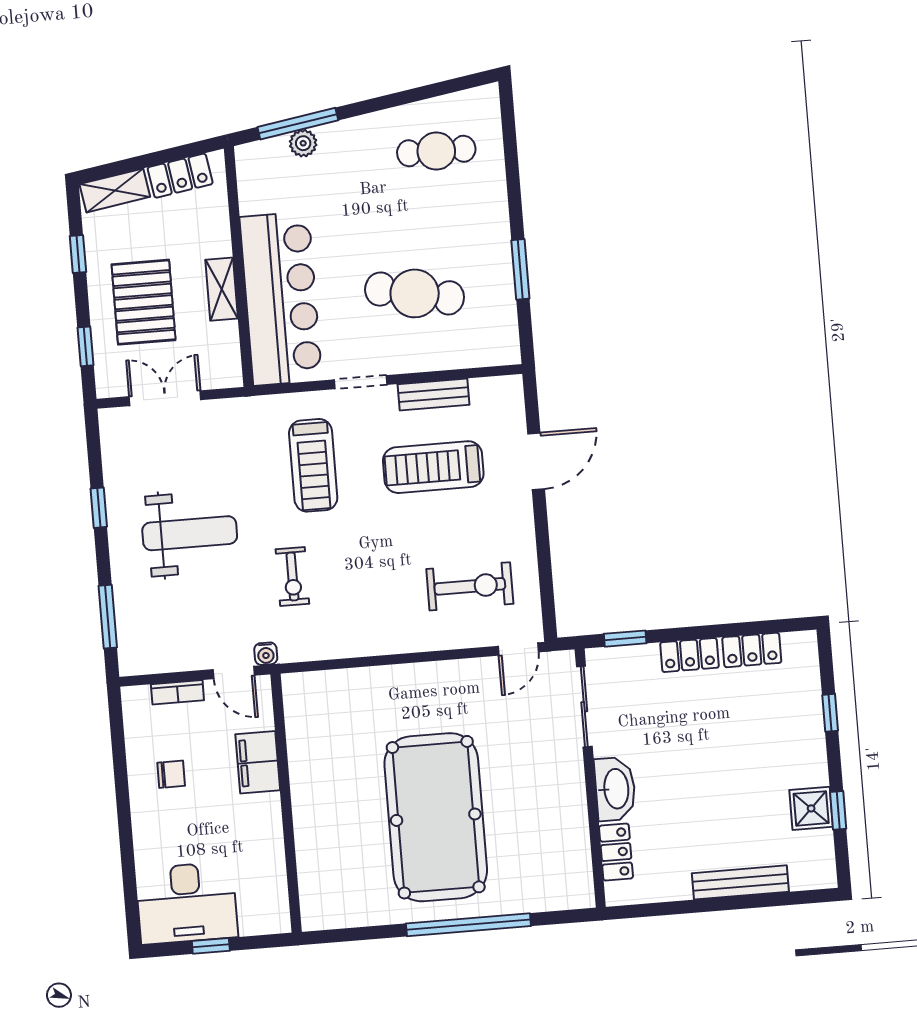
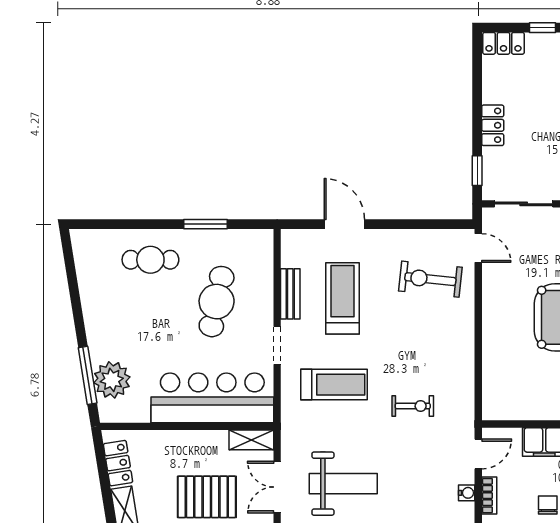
plant: (303, 143) -> (112, 380), width x1.88, depth x1.88
cafe table: (436, 151) -> (150, 260), moved, turned 90
shelving: (222, 289) -> (251, 440), moved
treadmill: (433, 467) -> (342, 298), turned 180
weight bench: (190, 533) -> (343, 484), moved, turned 90
exercise bike: (470, 586) -> (430, 279), turned -84
locker: (752, 650) -> (503, 43), moved, turned 90
water cooler: (266, 654) -> (467, 493), moved

